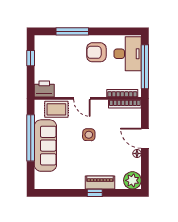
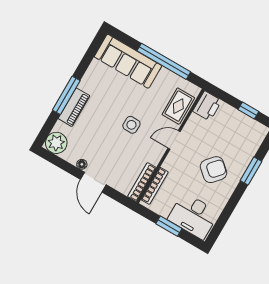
window: (72, 31) -> (251, 171), width x0.69
armchair: (96, 52) -> (214, 170), moved, turned 41
window: (145, 67) -> (169, 226), width x0.47
door: (145, 138) -> (93, 182), swing flipped
sofa: (45, 146) -> (128, 61), moved
window: (95, 193) -> (66, 95), width x2.17

